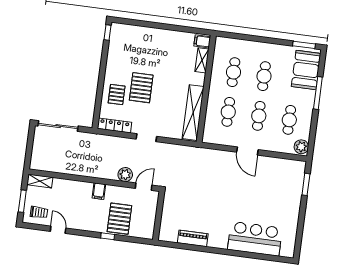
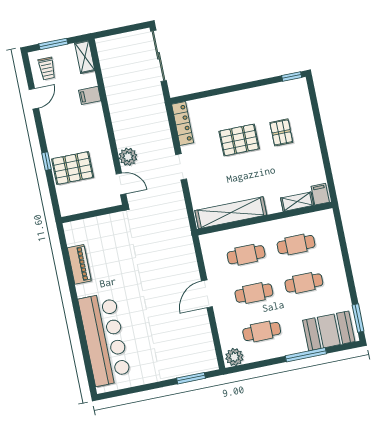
pallet: (117, 95) -> (281, 132), moved, turned 90
filing cabinet: (99, 191) -> (90, 95), moved
bar counter: (255, 239) -> (105, 339), width x1.36

